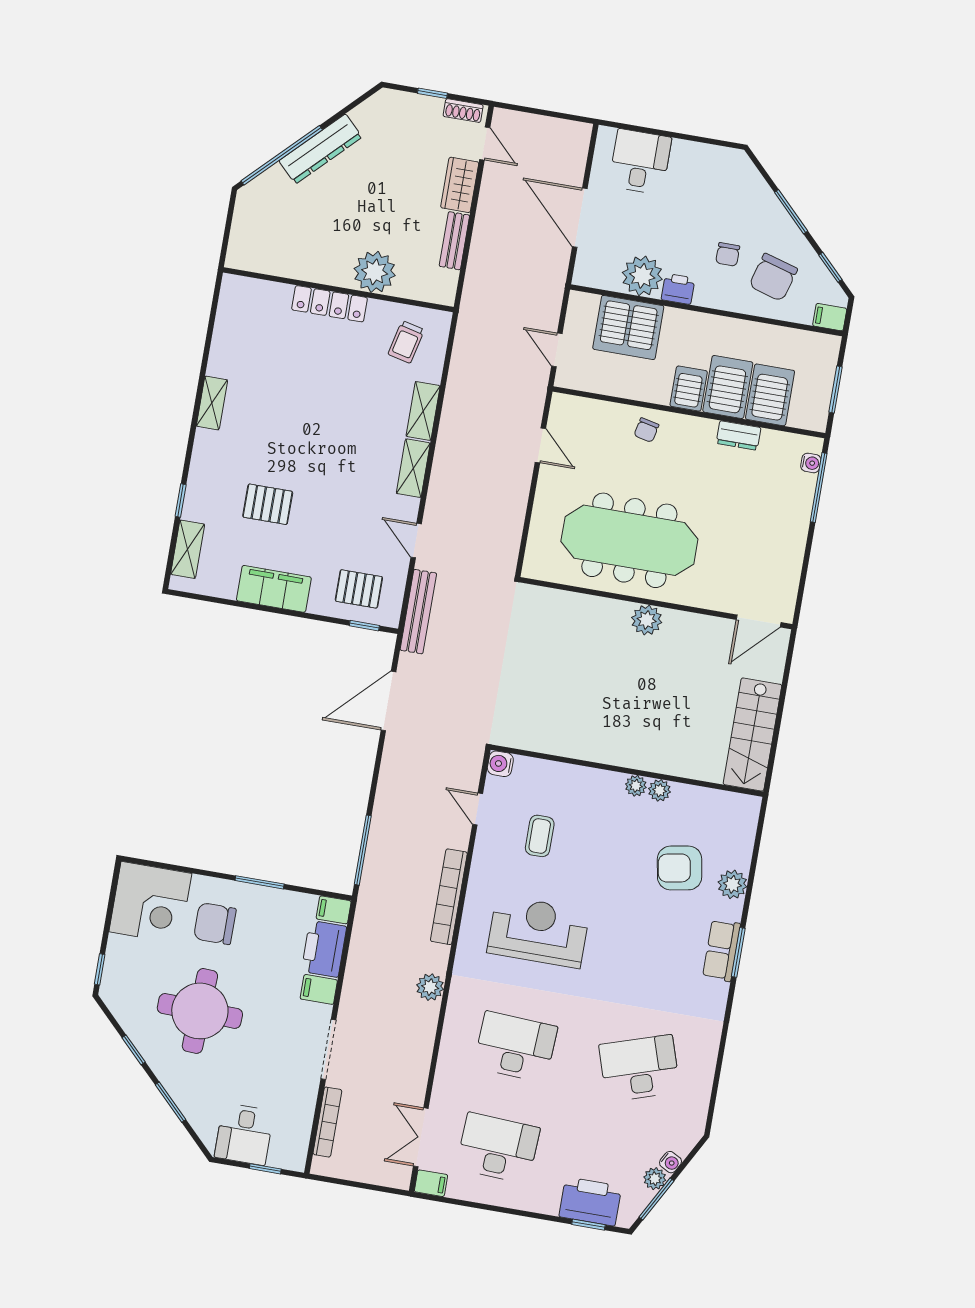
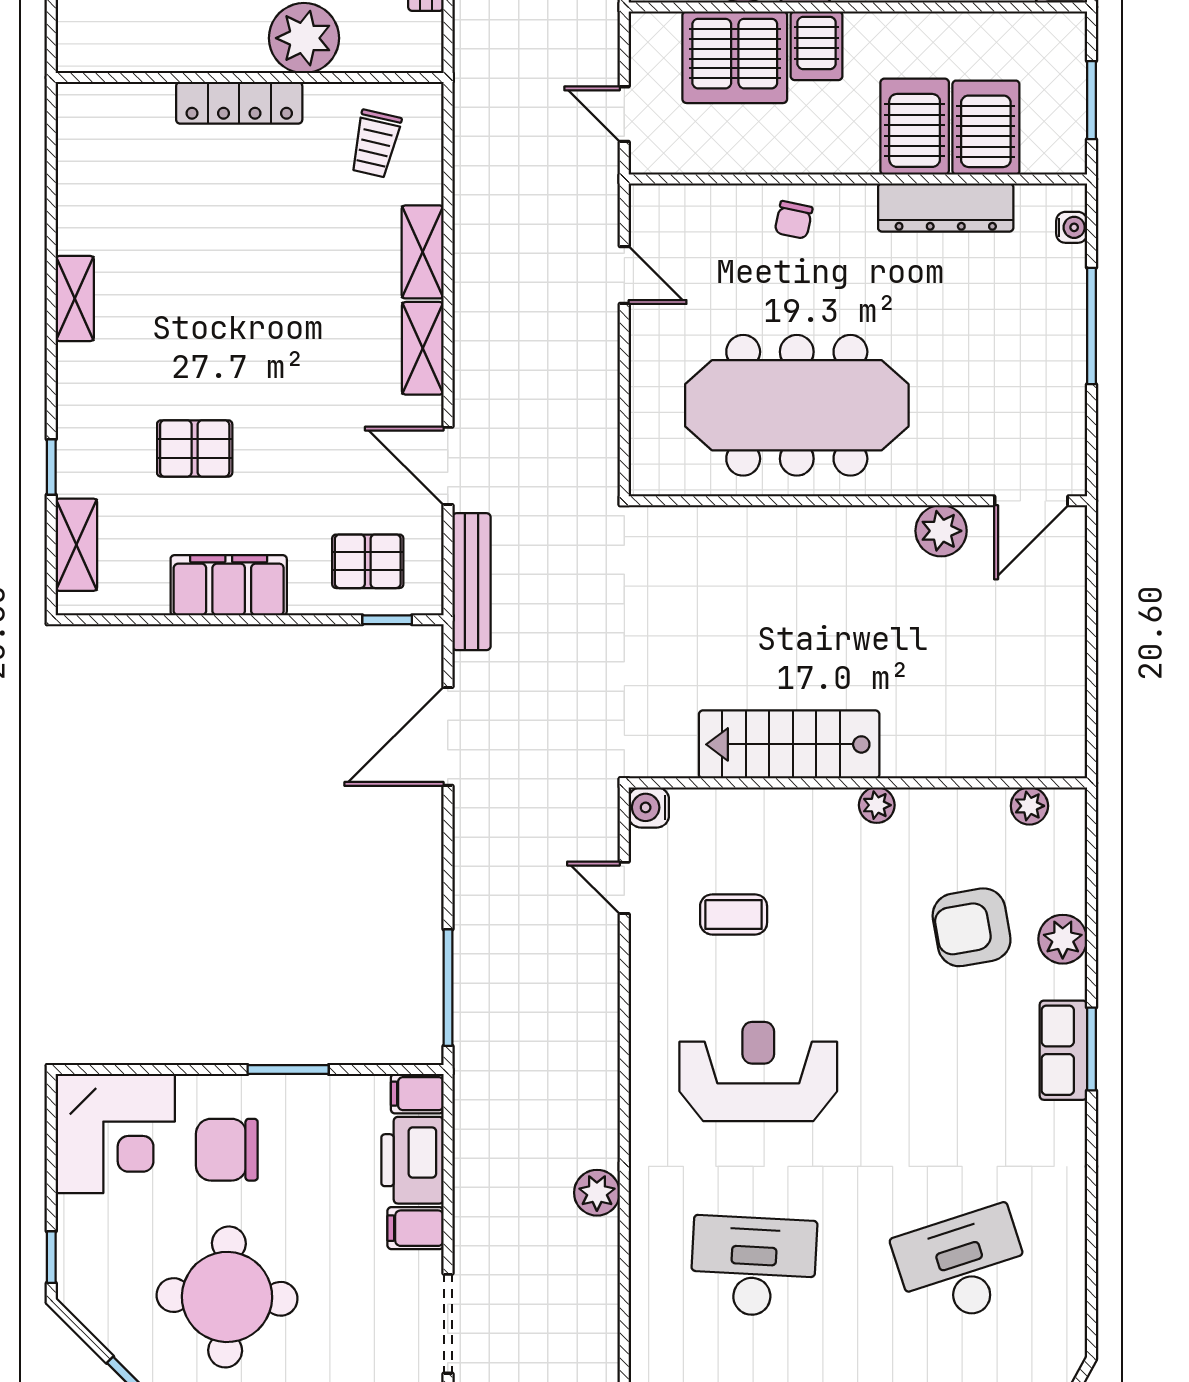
server rack: (689, 389) -> (817, 46), moved, turned 180
dresser: (739, 435) -> (946, 207), width x1.96, depth x1.24
window: (819, 488) -> (1092, 326), moved
door: (416, 541) -> (448, 466), width x1.38
plant: (647, 620) -> (941, 531), moved
stairs: (752, 735) -> (789, 744), moved, turned 90
plant: (659, 790) -> (1029, 806), moved
coffee table: (540, 836) -> (734, 914), turned 90
bookcase: (449, 897) -> (602, 1040), removed

